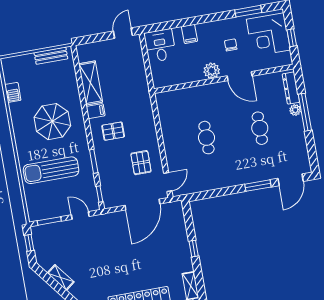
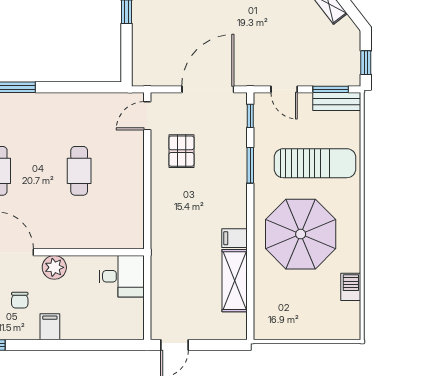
filing cabinet: (189, 34) -> (50, 327), moved
desk: (160, 46) -> (122, 276), moved, turned -90
bench: (51, 56) -> (337, 102), moved
parasol: (52, 122) -> (301, 234), width x1.36, depth x1.36
pallet: (113, 131) -> (214, 204), removed
door: (142, 205) -> (208, 89), moved

